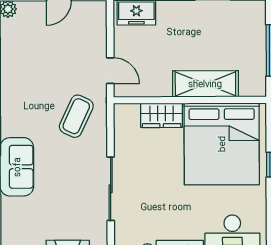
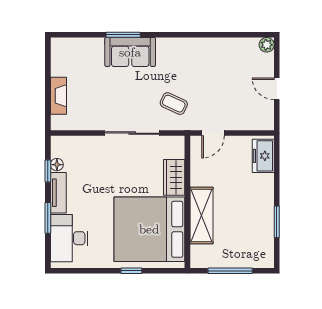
coffee table: (76, 116) -> (174, 104), width x0.73, depth x0.77
sliding door: (111, 189) -> (132, 133), moved

